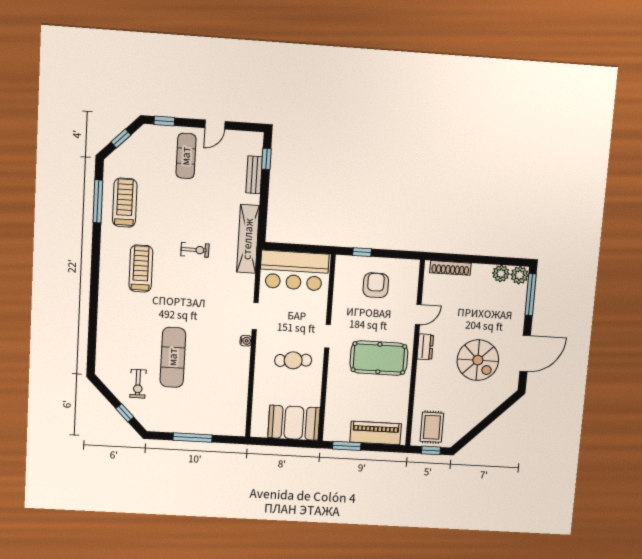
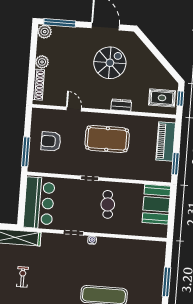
window: (362, 252) -> (26, 152), width x2.17
plant: (501, 273) -> (42, 62), moved
dresser: (425, 347) -> (121, 105), moved
pool table: (379, 358) -> (107, 139), turned 90

